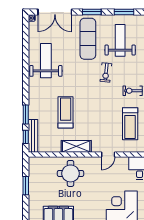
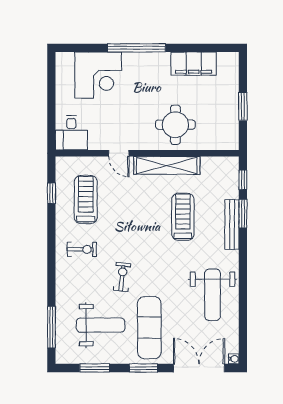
weight bench: (120, 40) -> (101, 325), turned -90
treadmill: (66, 112) -> (183, 217), turned 180
bench: (33, 136) -> (232, 225), moved
shelving: (76, 146) -> (167, 165), width x1.47
door: (108, 155) -> (119, 153), swing flipped

